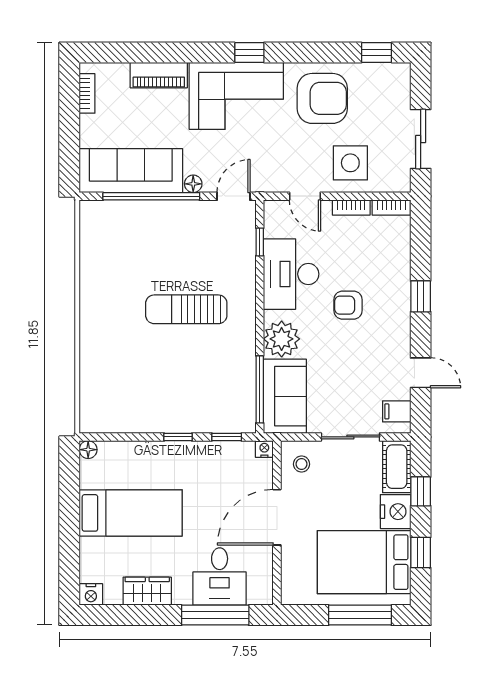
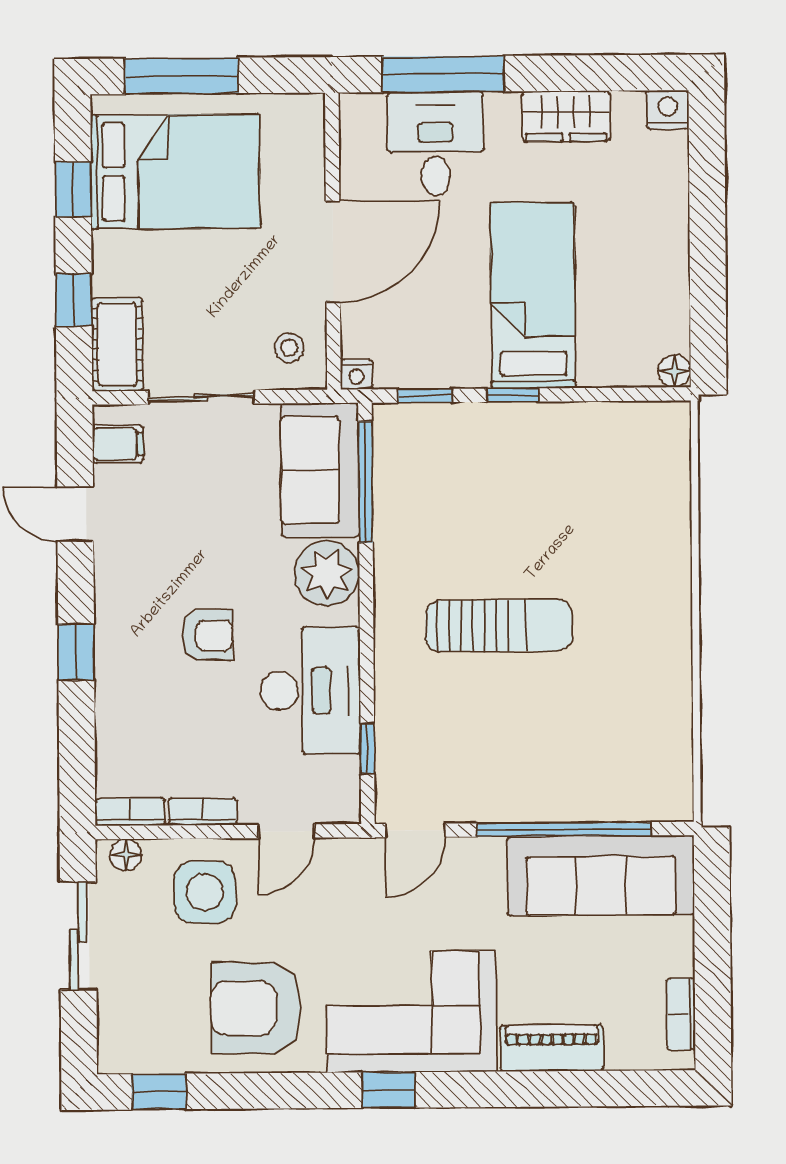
floor lamp: (193, 184) -> (126, 855), moved
door: (305, 196) -> (286, 831), swing flipped
nightstand: (396, 512) -> (119, 263), removed
bed: (131, 513) -> (533, 295), moved, turned 90

